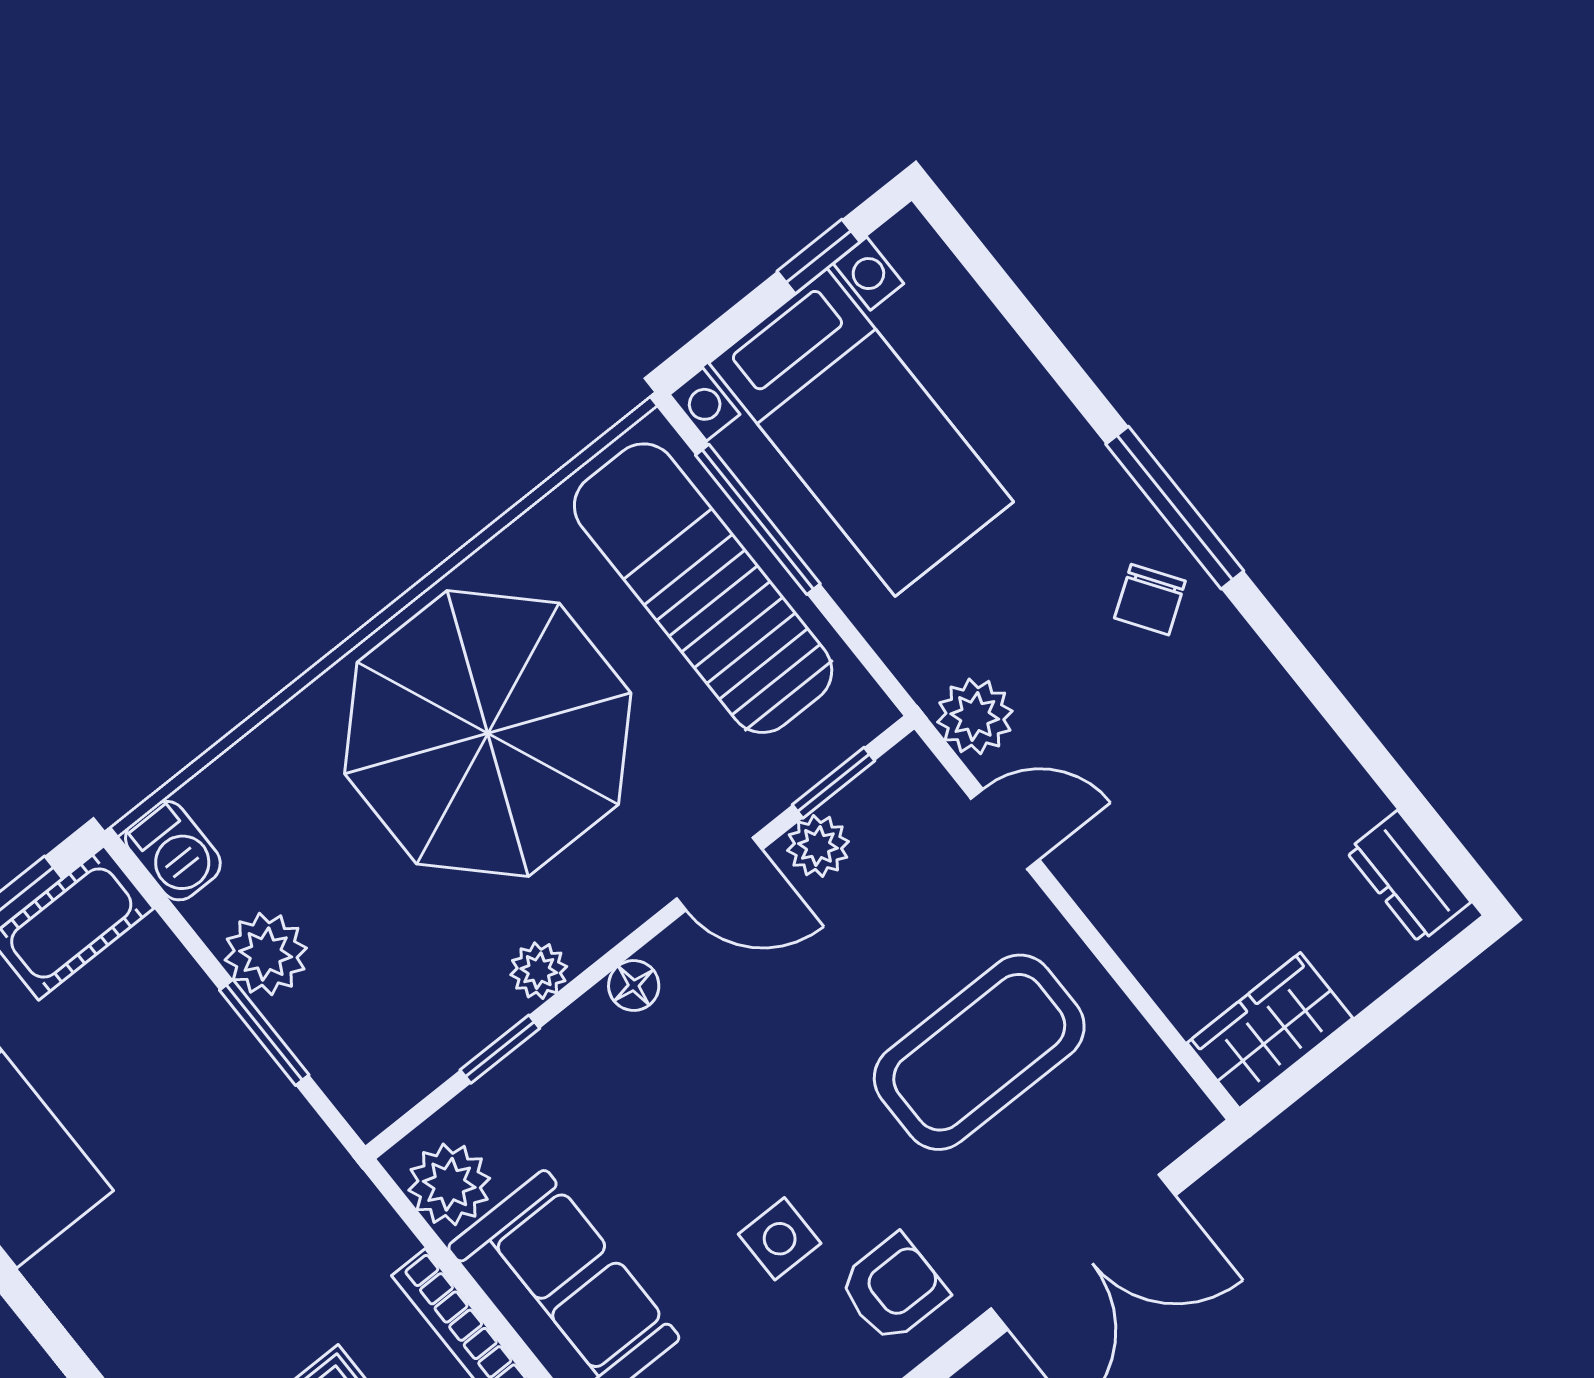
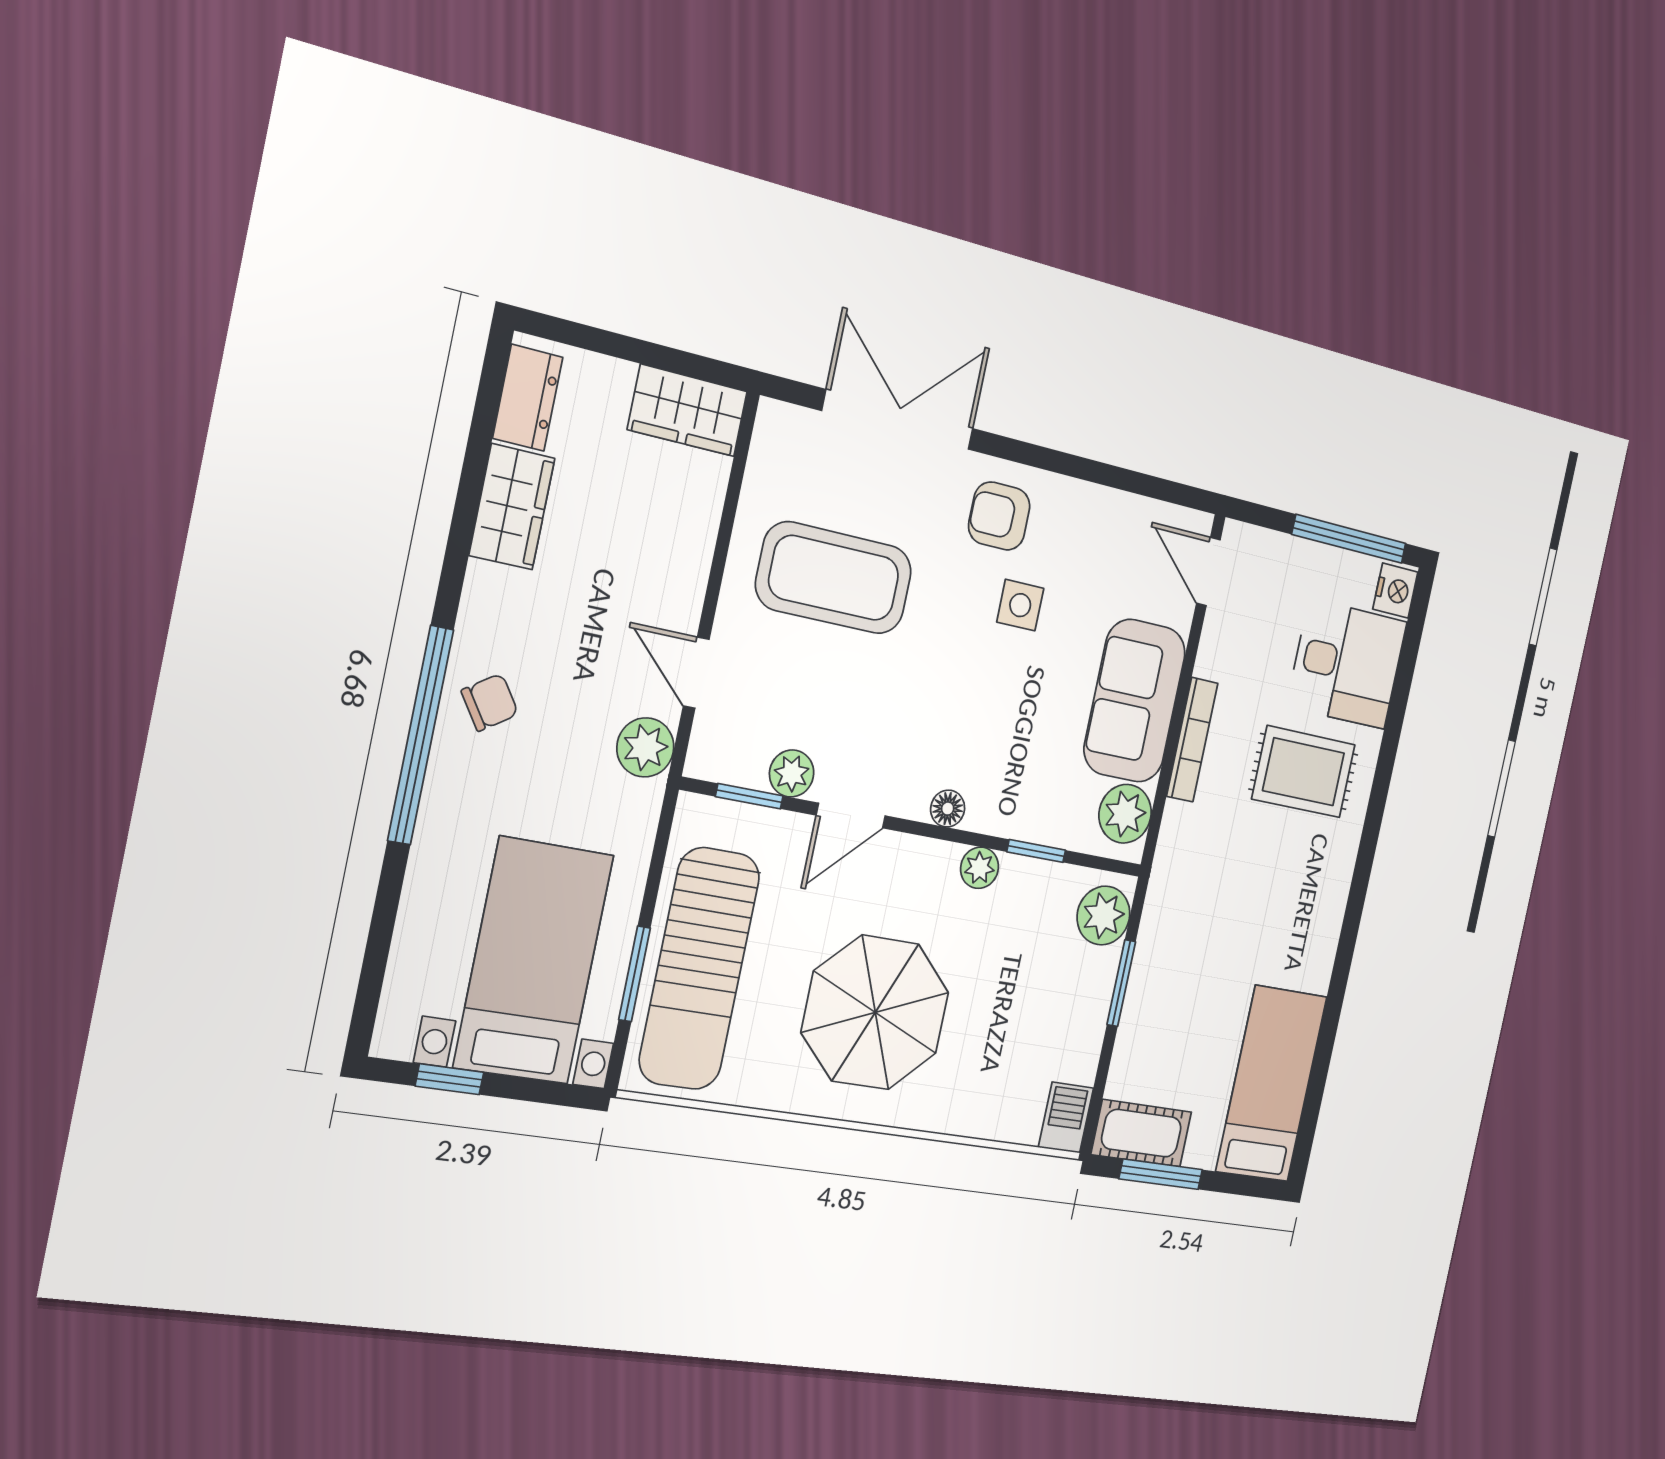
window: (1175, 508) -> (421, 735), width x1.46
window: (758, 519) -> (634, 974), width x0.69
parasol: (488, 733) -> (875, 1012), width x0.73, depth x0.73
wardrobe: (1318, 776) -> (512, 507), added
door: (719, 874) -> (851, 816), swing flipped
plant: (266, 954) -> (1103, 916), moved

